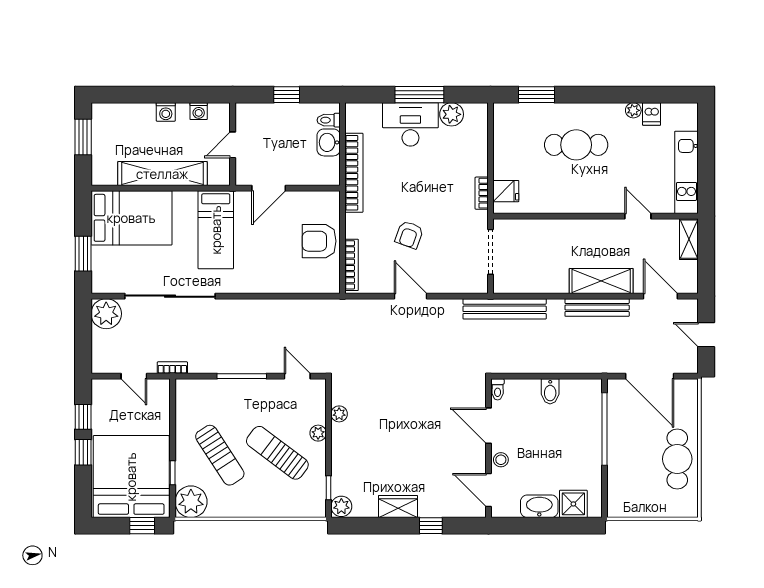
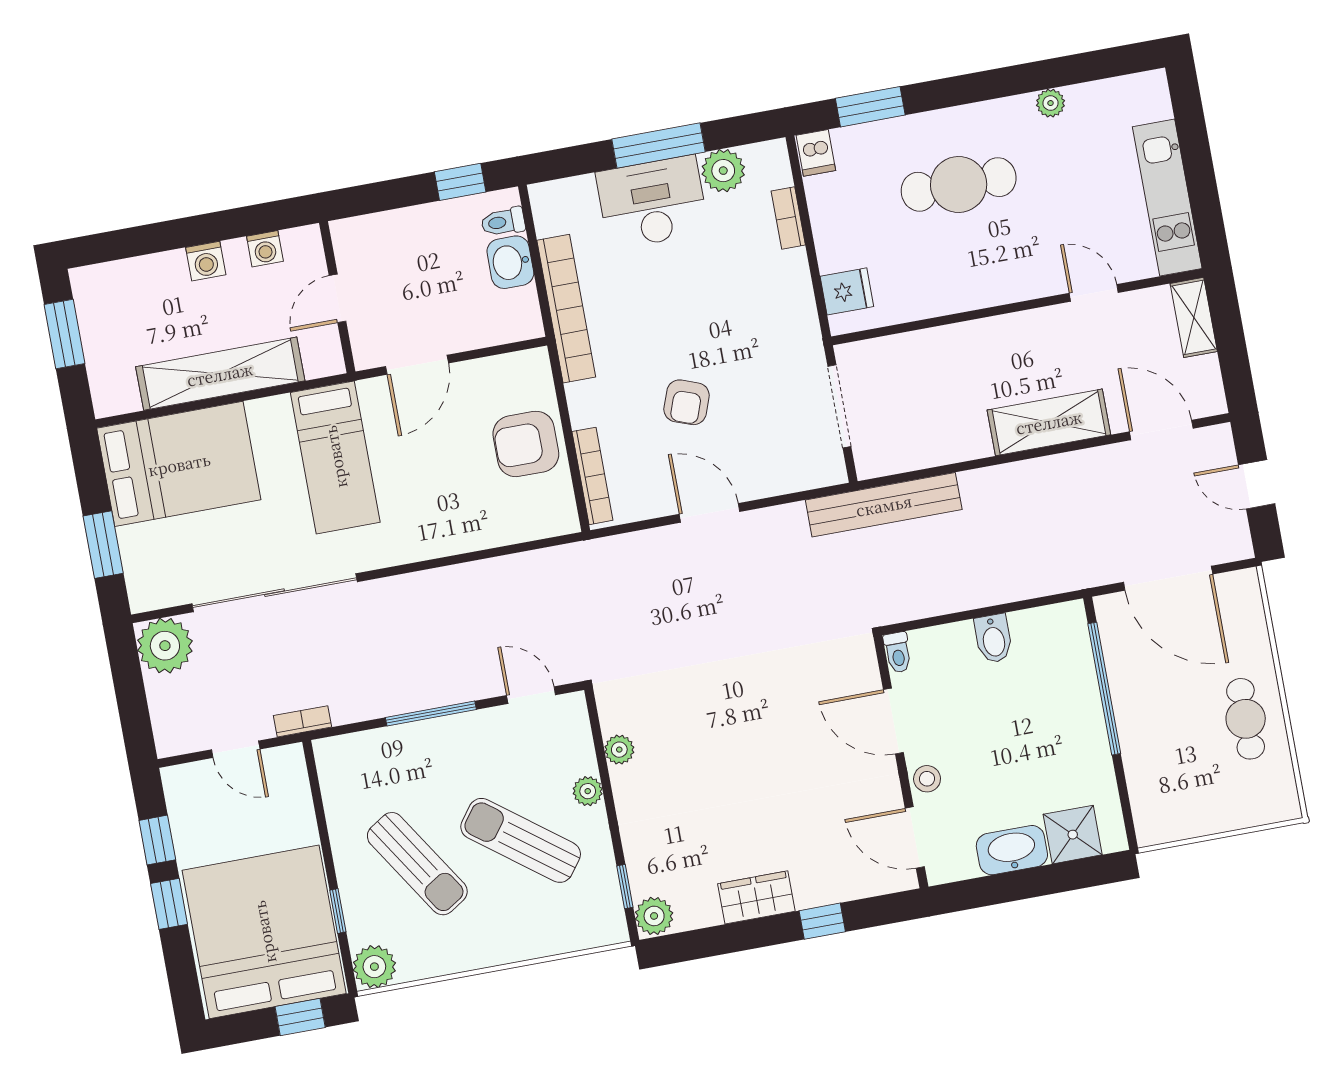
window: (287, 95) -> (460, 182), moved
dishwasher: (652, 114) -> (816, 153), moved
bookcase: (482, 193) -> (788, 218), moved
bench: (597, 307) -> (1050, 472), removed
cafe table: (677, 459) -> (1246, 719), width x0.73, depth x0.74
plant: (191, 502) -> (374, 967), width x0.73, depth x0.73

